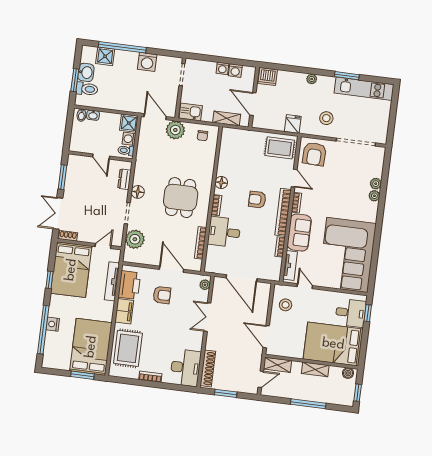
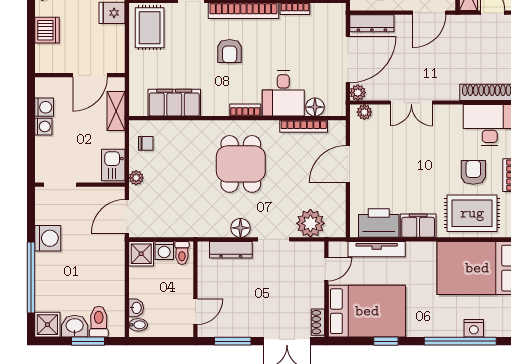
shower: (105, 56) -> (47, 325), moved
dishwasher: (268, 77) -> (47, 30), moved
plant: (175, 130) -> (136, 178), width x0.53, depth x0.53
door: (101, 157) -> (195, 312), moved
filing cabinet: (227, 158) -> (174, 103), added
dresser: (124, 179) -> (231, 250), width x1.44
floor lamp: (221, 183) -> (315, 107), moved
dining table: (181, 198) -> (241, 164), turned 90
door: (103, 246) -> (326, 269), swing flipped
plant: (219, 282) -> (358, 93), added
armchair: (162, 295) -> (473, 172), moved
dresser: (264, 297) -> (372, 23), added
nightstand: (53, 324) -> (474, 328), moved

